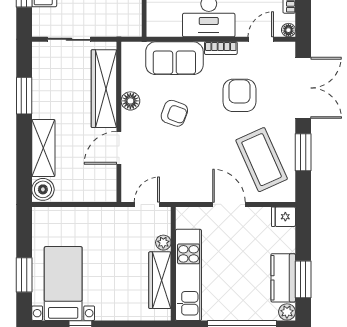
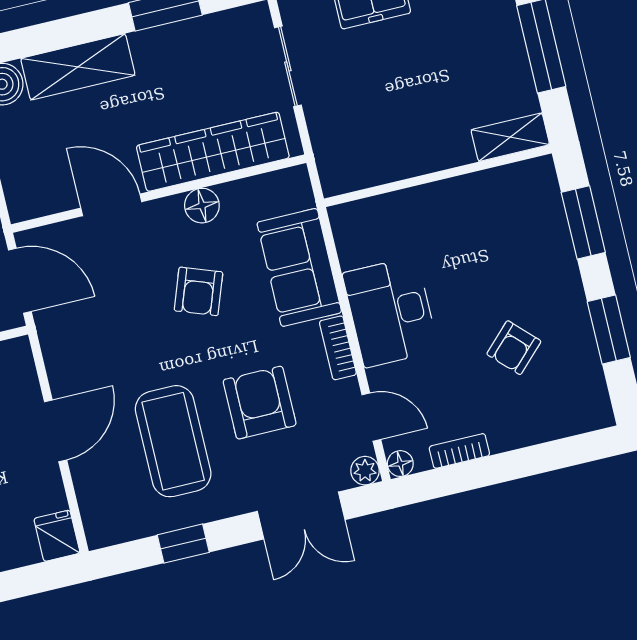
plant: (288, 49) -> (365, 471), added
double door: (303, 88) -> (301, 516), width x0.73
armchair: (239, 95) -> (260, 403), turned -90
window: (303, 152) -> (183, 544), width x0.67
coffee table: (262, 160) -> (173, 441), moved, turned -66
door: (147, 204) -> (20, 281), width x1.38

